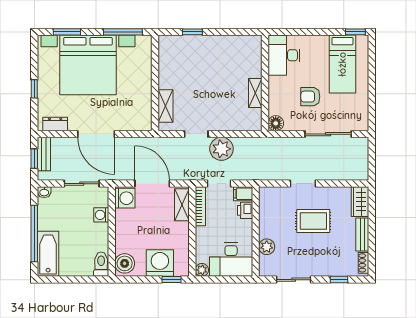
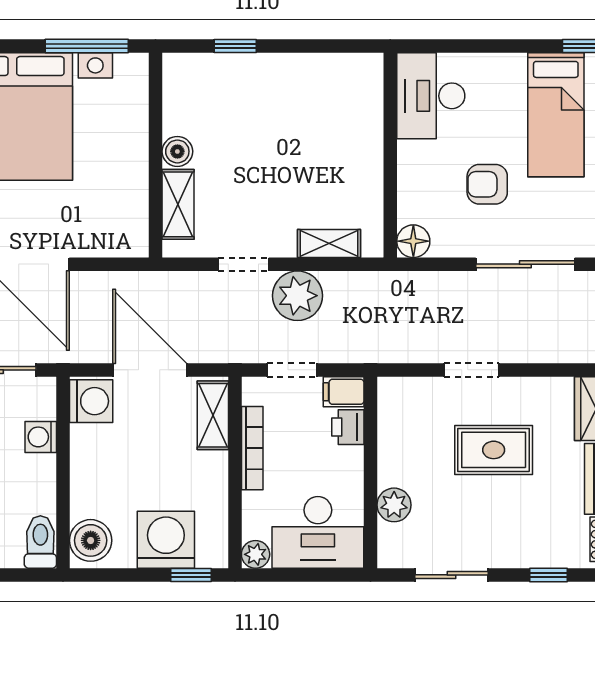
boiler: (165, 81) -> (177, 151), added
shelving: (255, 93) -> (329, 243), moved, turned 90
bookcase: (200, 206) -> (252, 448), moved

